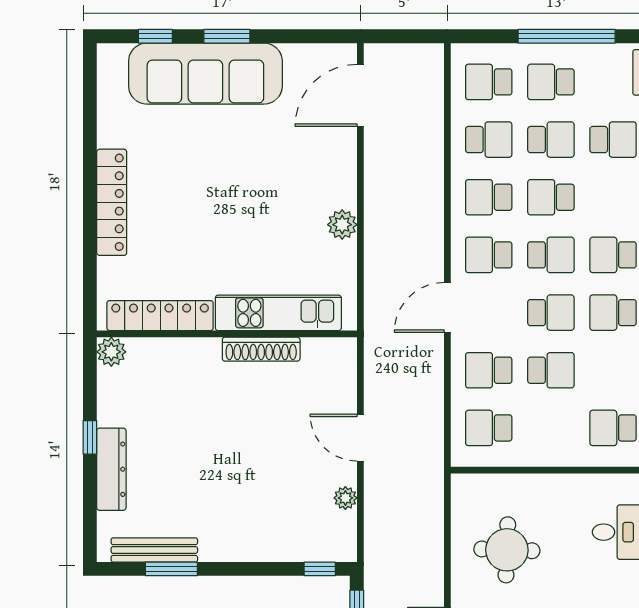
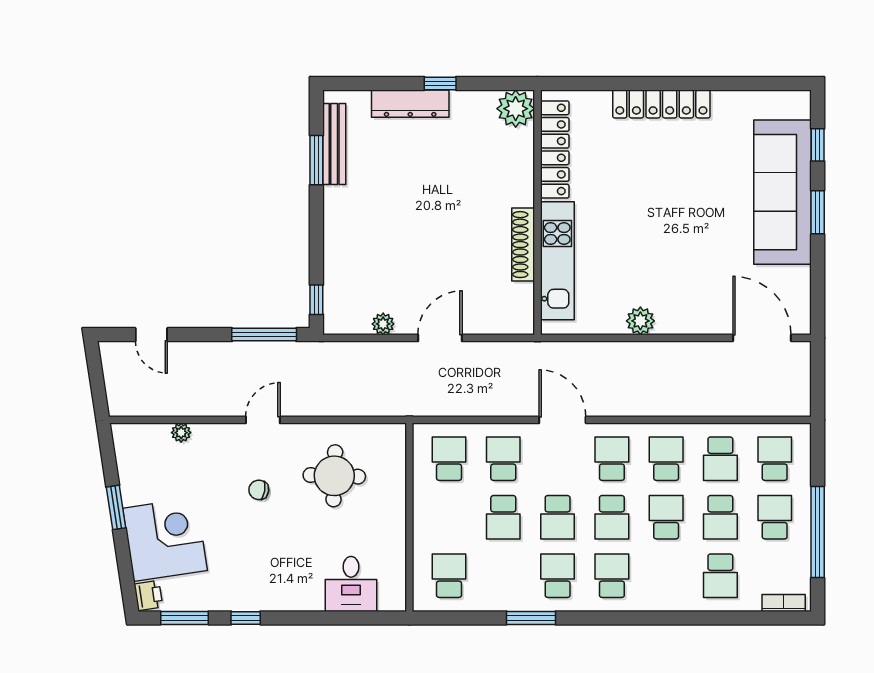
plant: (111, 352) -> (516, 109), width x1.36, depth x1.36

